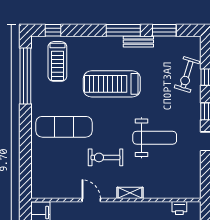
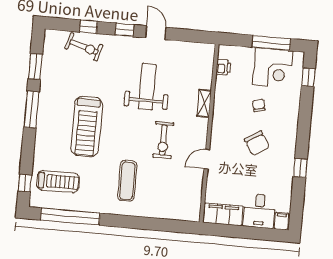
bench: (138, 42) -> (45, 95), removed
exercise mat: (64, 127) -> (127, 181), width x0.73, depth x0.69
shelving: (130, 193) -> (204, 103), moved

